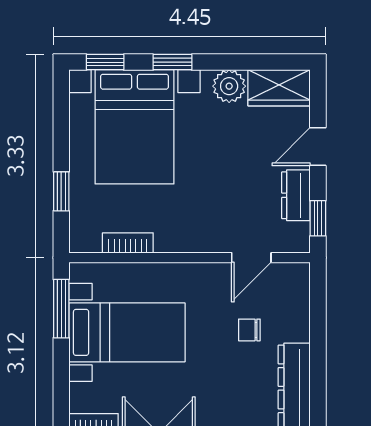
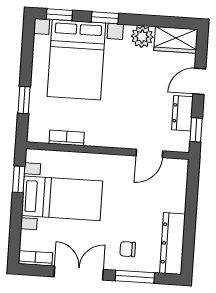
window: (61, 309) -> (19, 179), width x0.67
chair: (249, 330) -> (128, 249), moved

